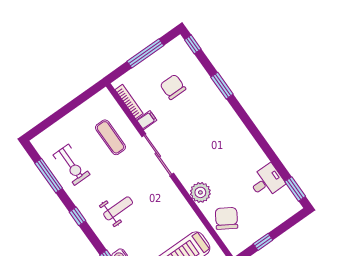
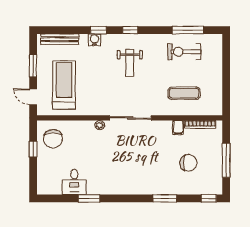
sliding door: (158, 155) -> (130, 118), moved
window: (295, 189) -> (89, 198), moved
plant: (200, 192) -> (100, 125), width x0.53, depth x0.53
window: (78, 216) -> (130, 30), moved
chair: (226, 218) -> (53, 139), moved, turned 58

